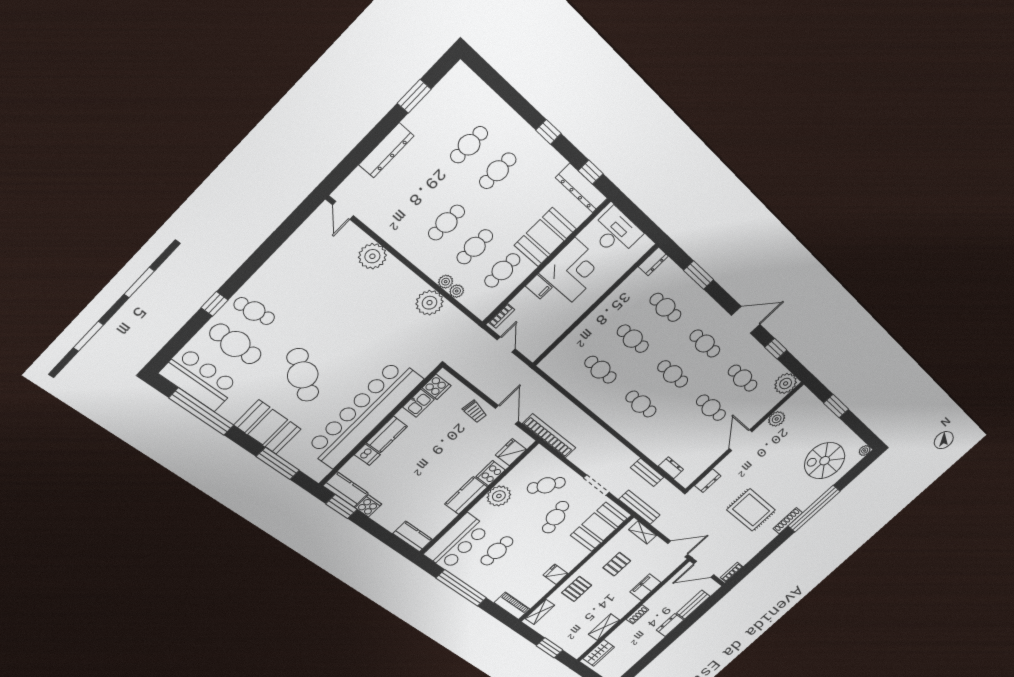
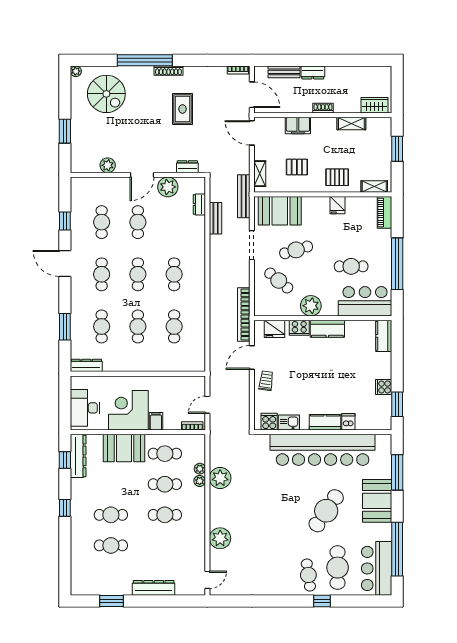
dresser: (653, 261) -> (86, 365), width x1.44
plant: (786, 383) -> (168, 187), moved
kitchen counter: (346, 489) -> (383, 413), removed
rug: (751, 510) -> (182, 109), width x0.73, depth x0.70

